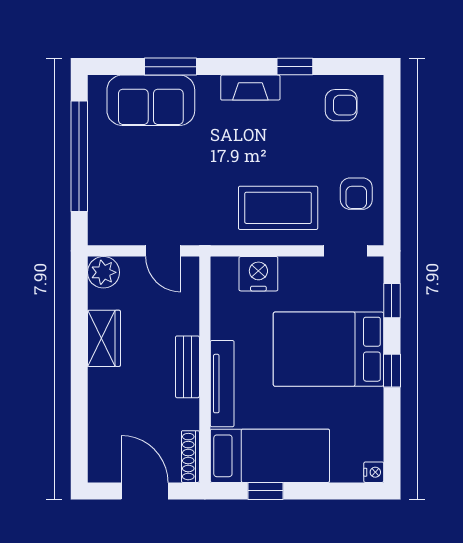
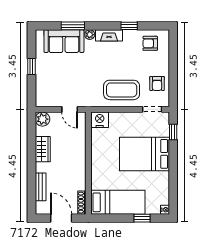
plant: (208, 86) -> (90, 35), added
armchair: (341, 105) -> (150, 43), turned 180
window: (79, 156) -> (31, 67), width x0.32
nightstand: (258, 274) -> (100, 120), moved
bench: (187, 367) -> (41, 187), moved
window: (392, 371) -> (173, 164), removed
tv unit: (222, 384) -> (96, 170), removed
window: (265, 491) -> (142, 218), moved

